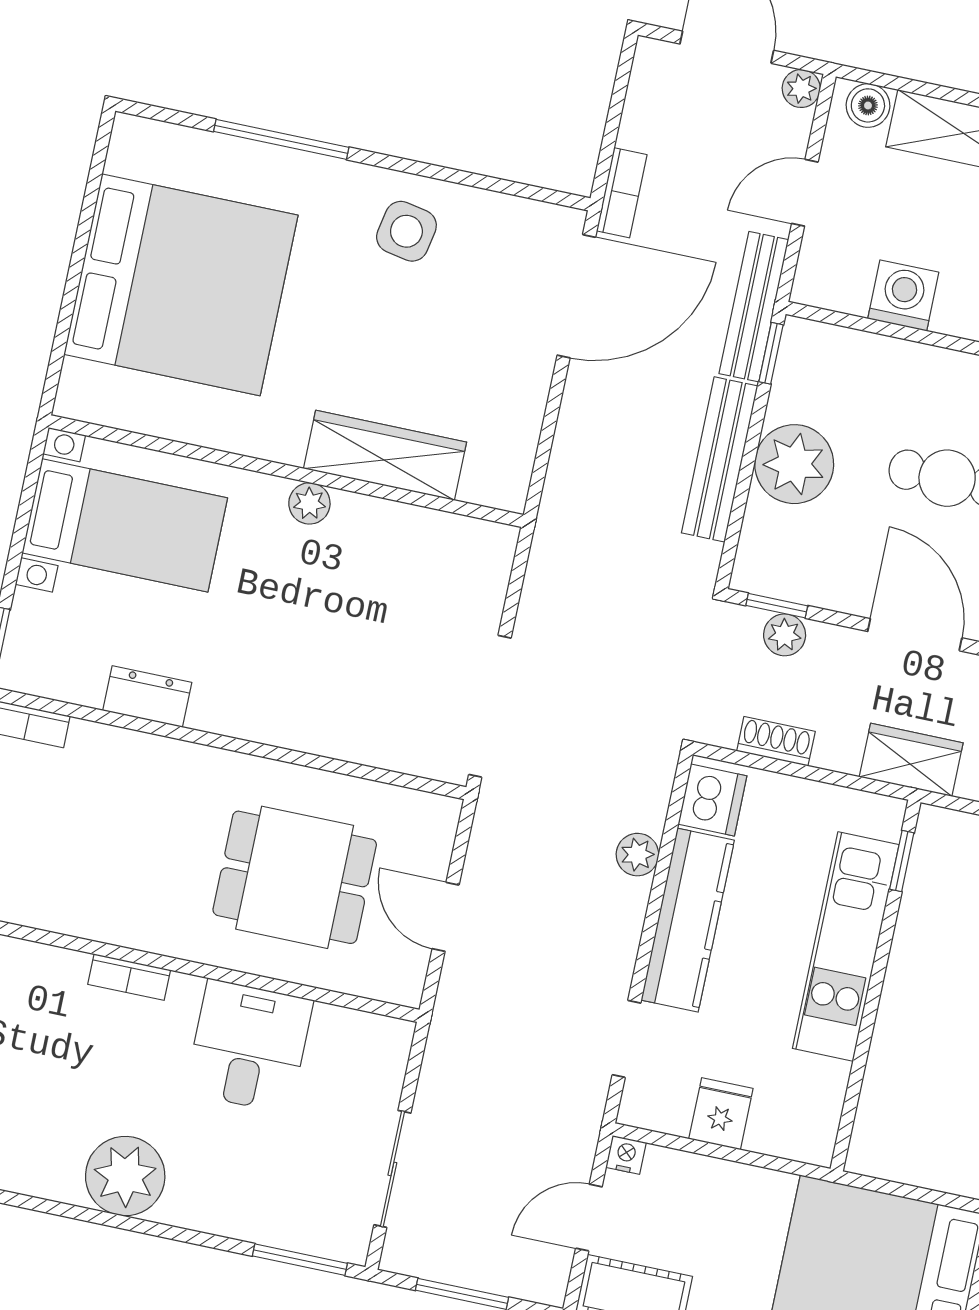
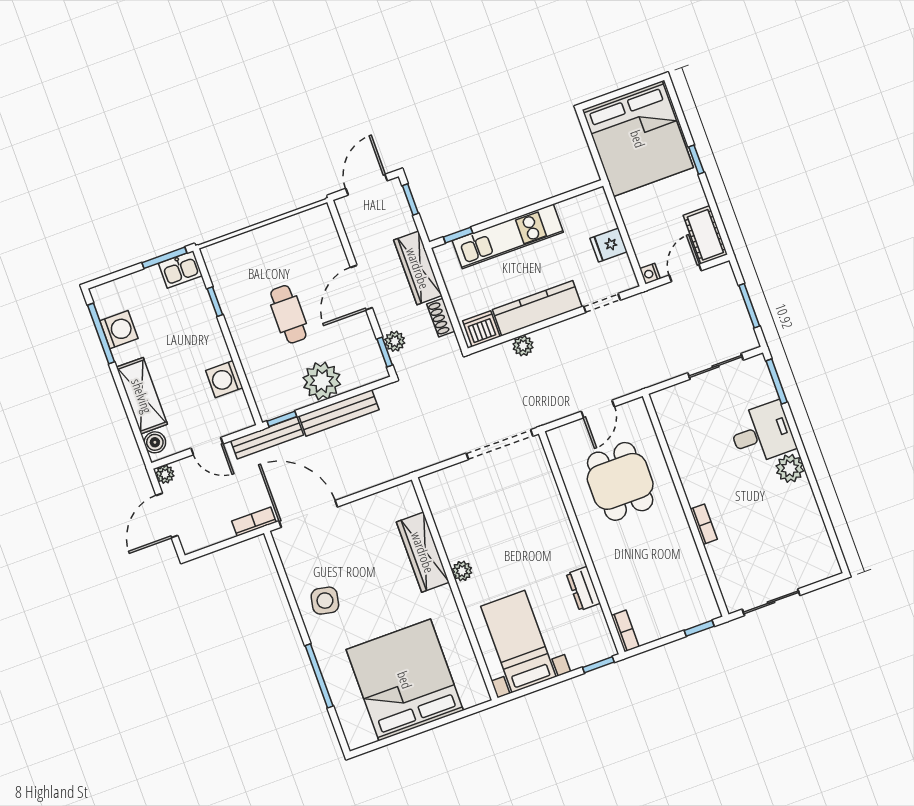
wardrobe: (911, 760) -> (418, 268), width x1.50
desk: (249, 1046) -> (762, 433), moved, turned 180
plant: (125, 1176) -> (790, 468), width x0.73, depth x0.73
door: (589, 1218) -> (685, 273), swing flipped

